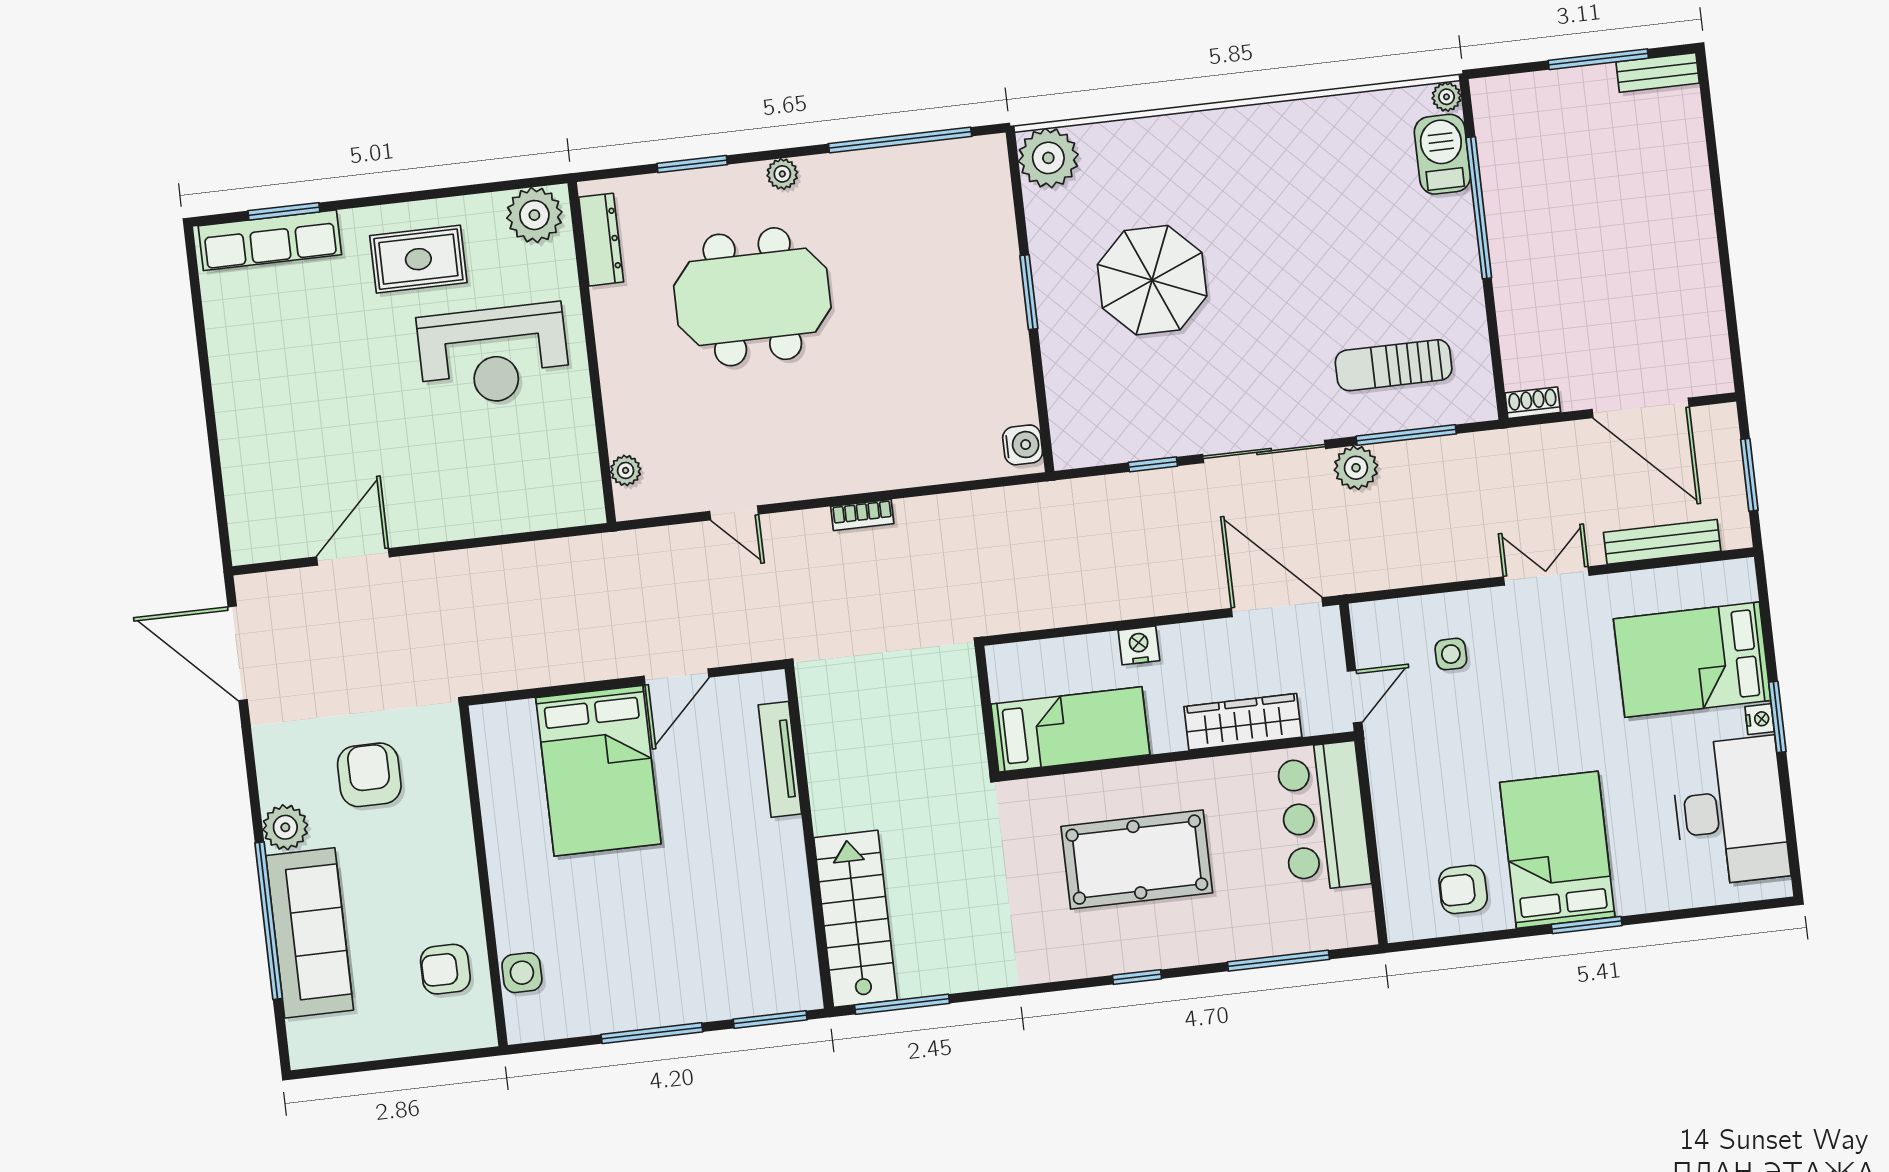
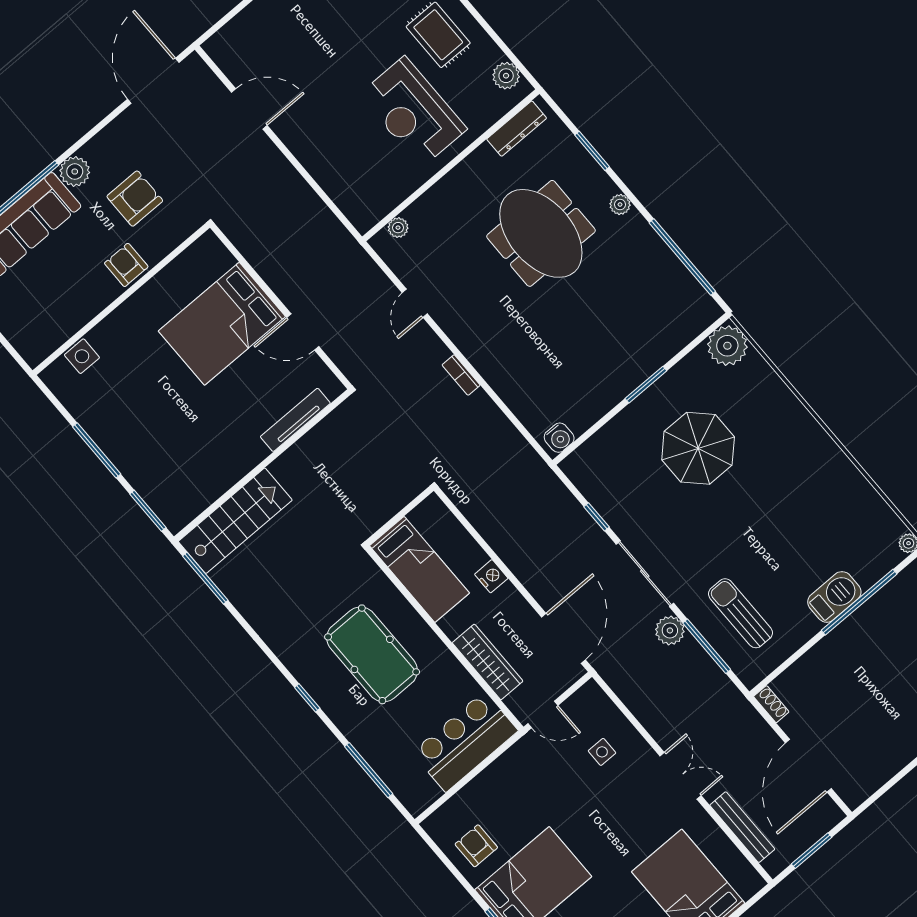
barbecue: (1442, 154) -> (834, 597), moved
plant: (534, 215) -> (506, 76), width x0.73, depth x0.73
armchair: (445, 969) -> (126, 265), moved

